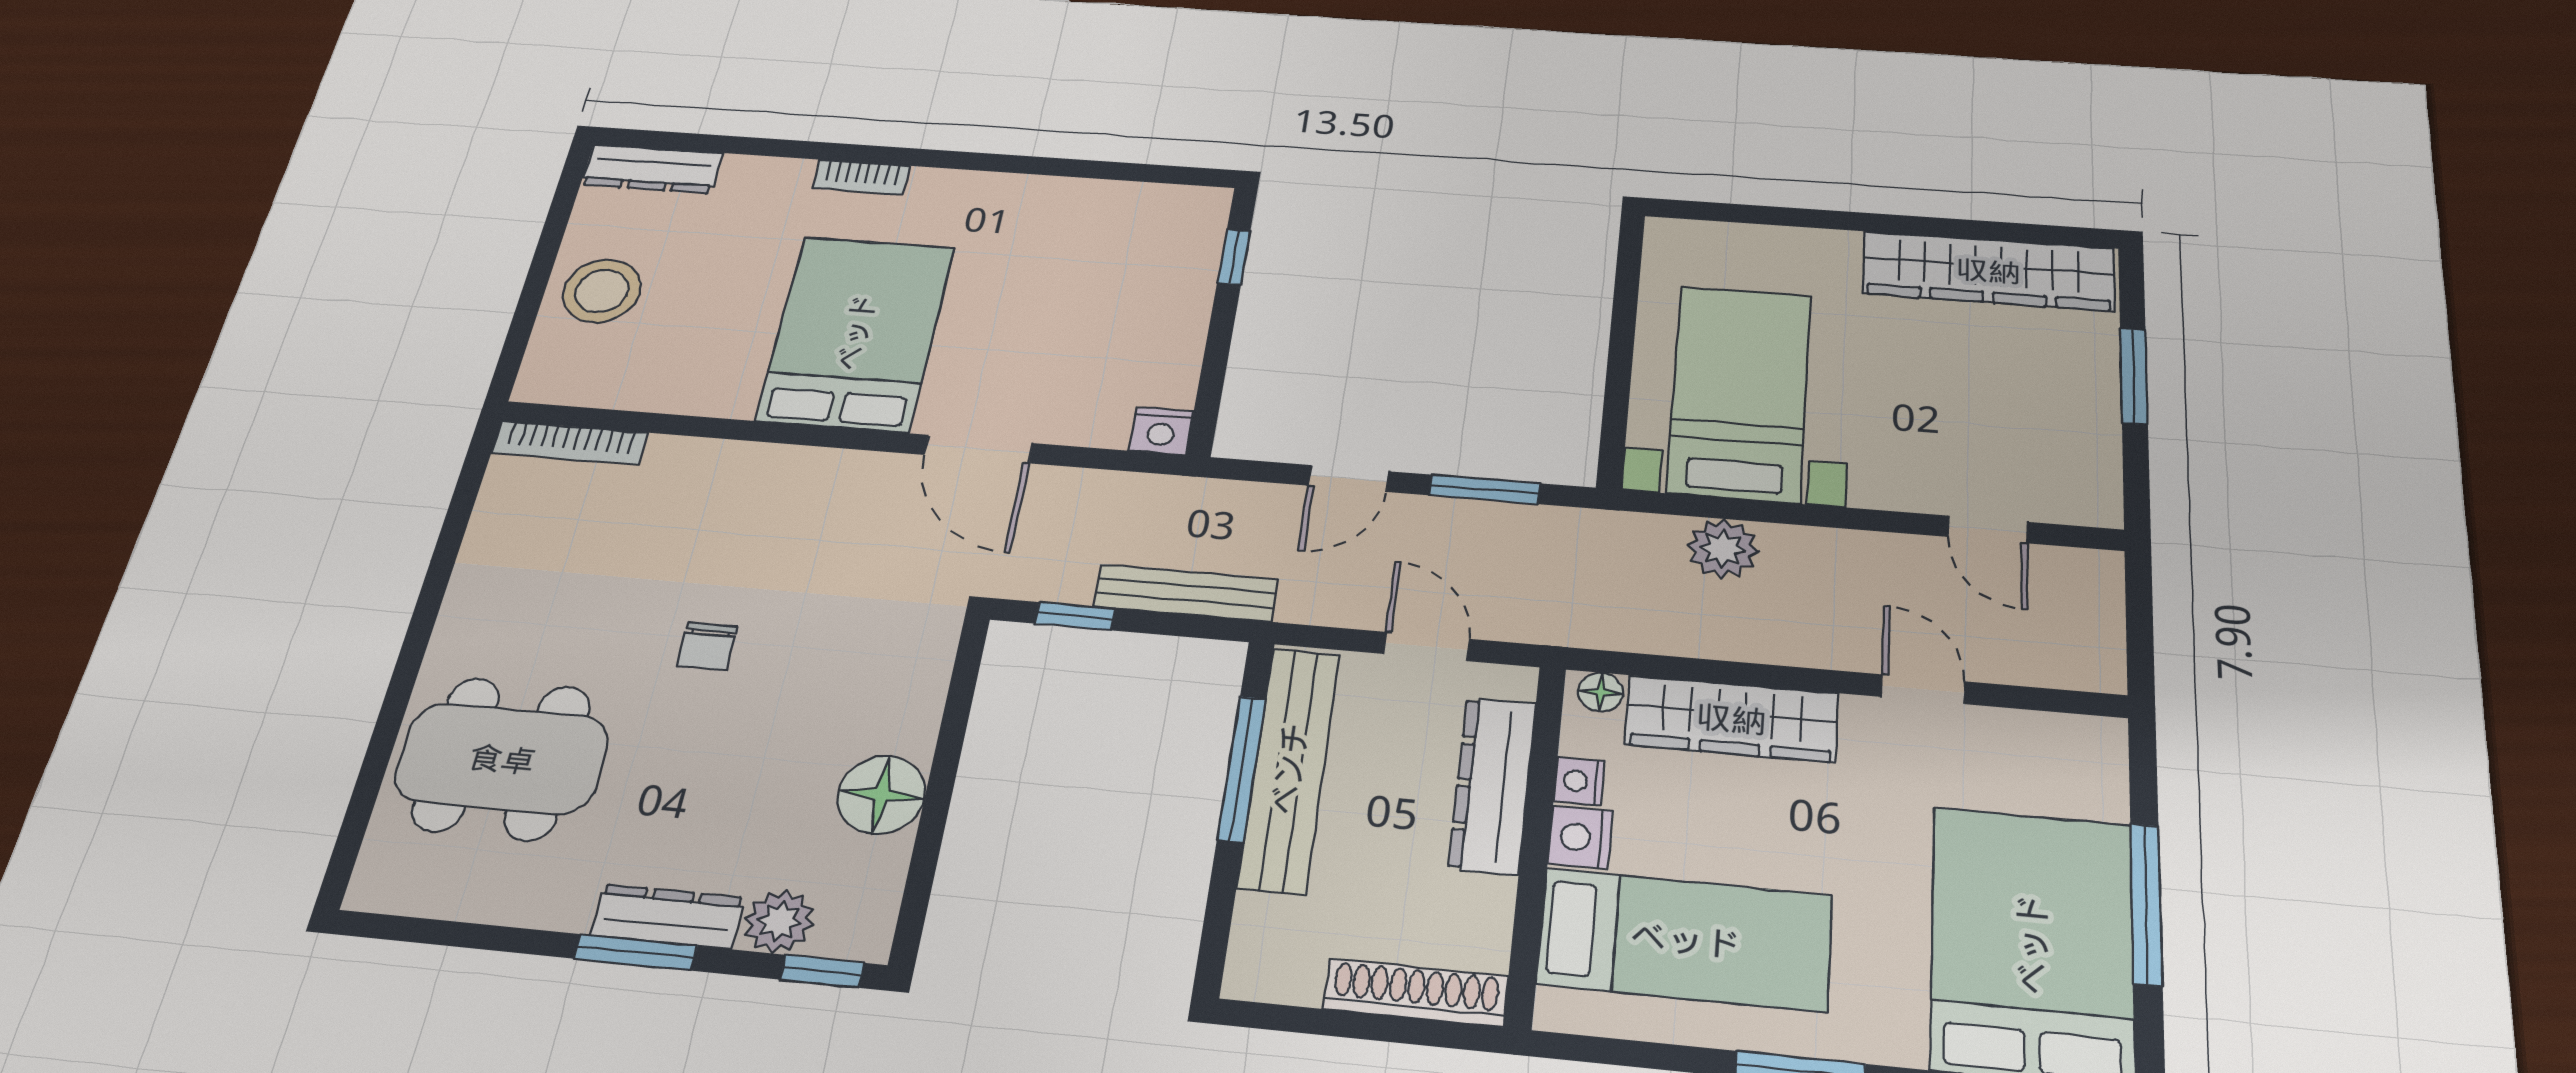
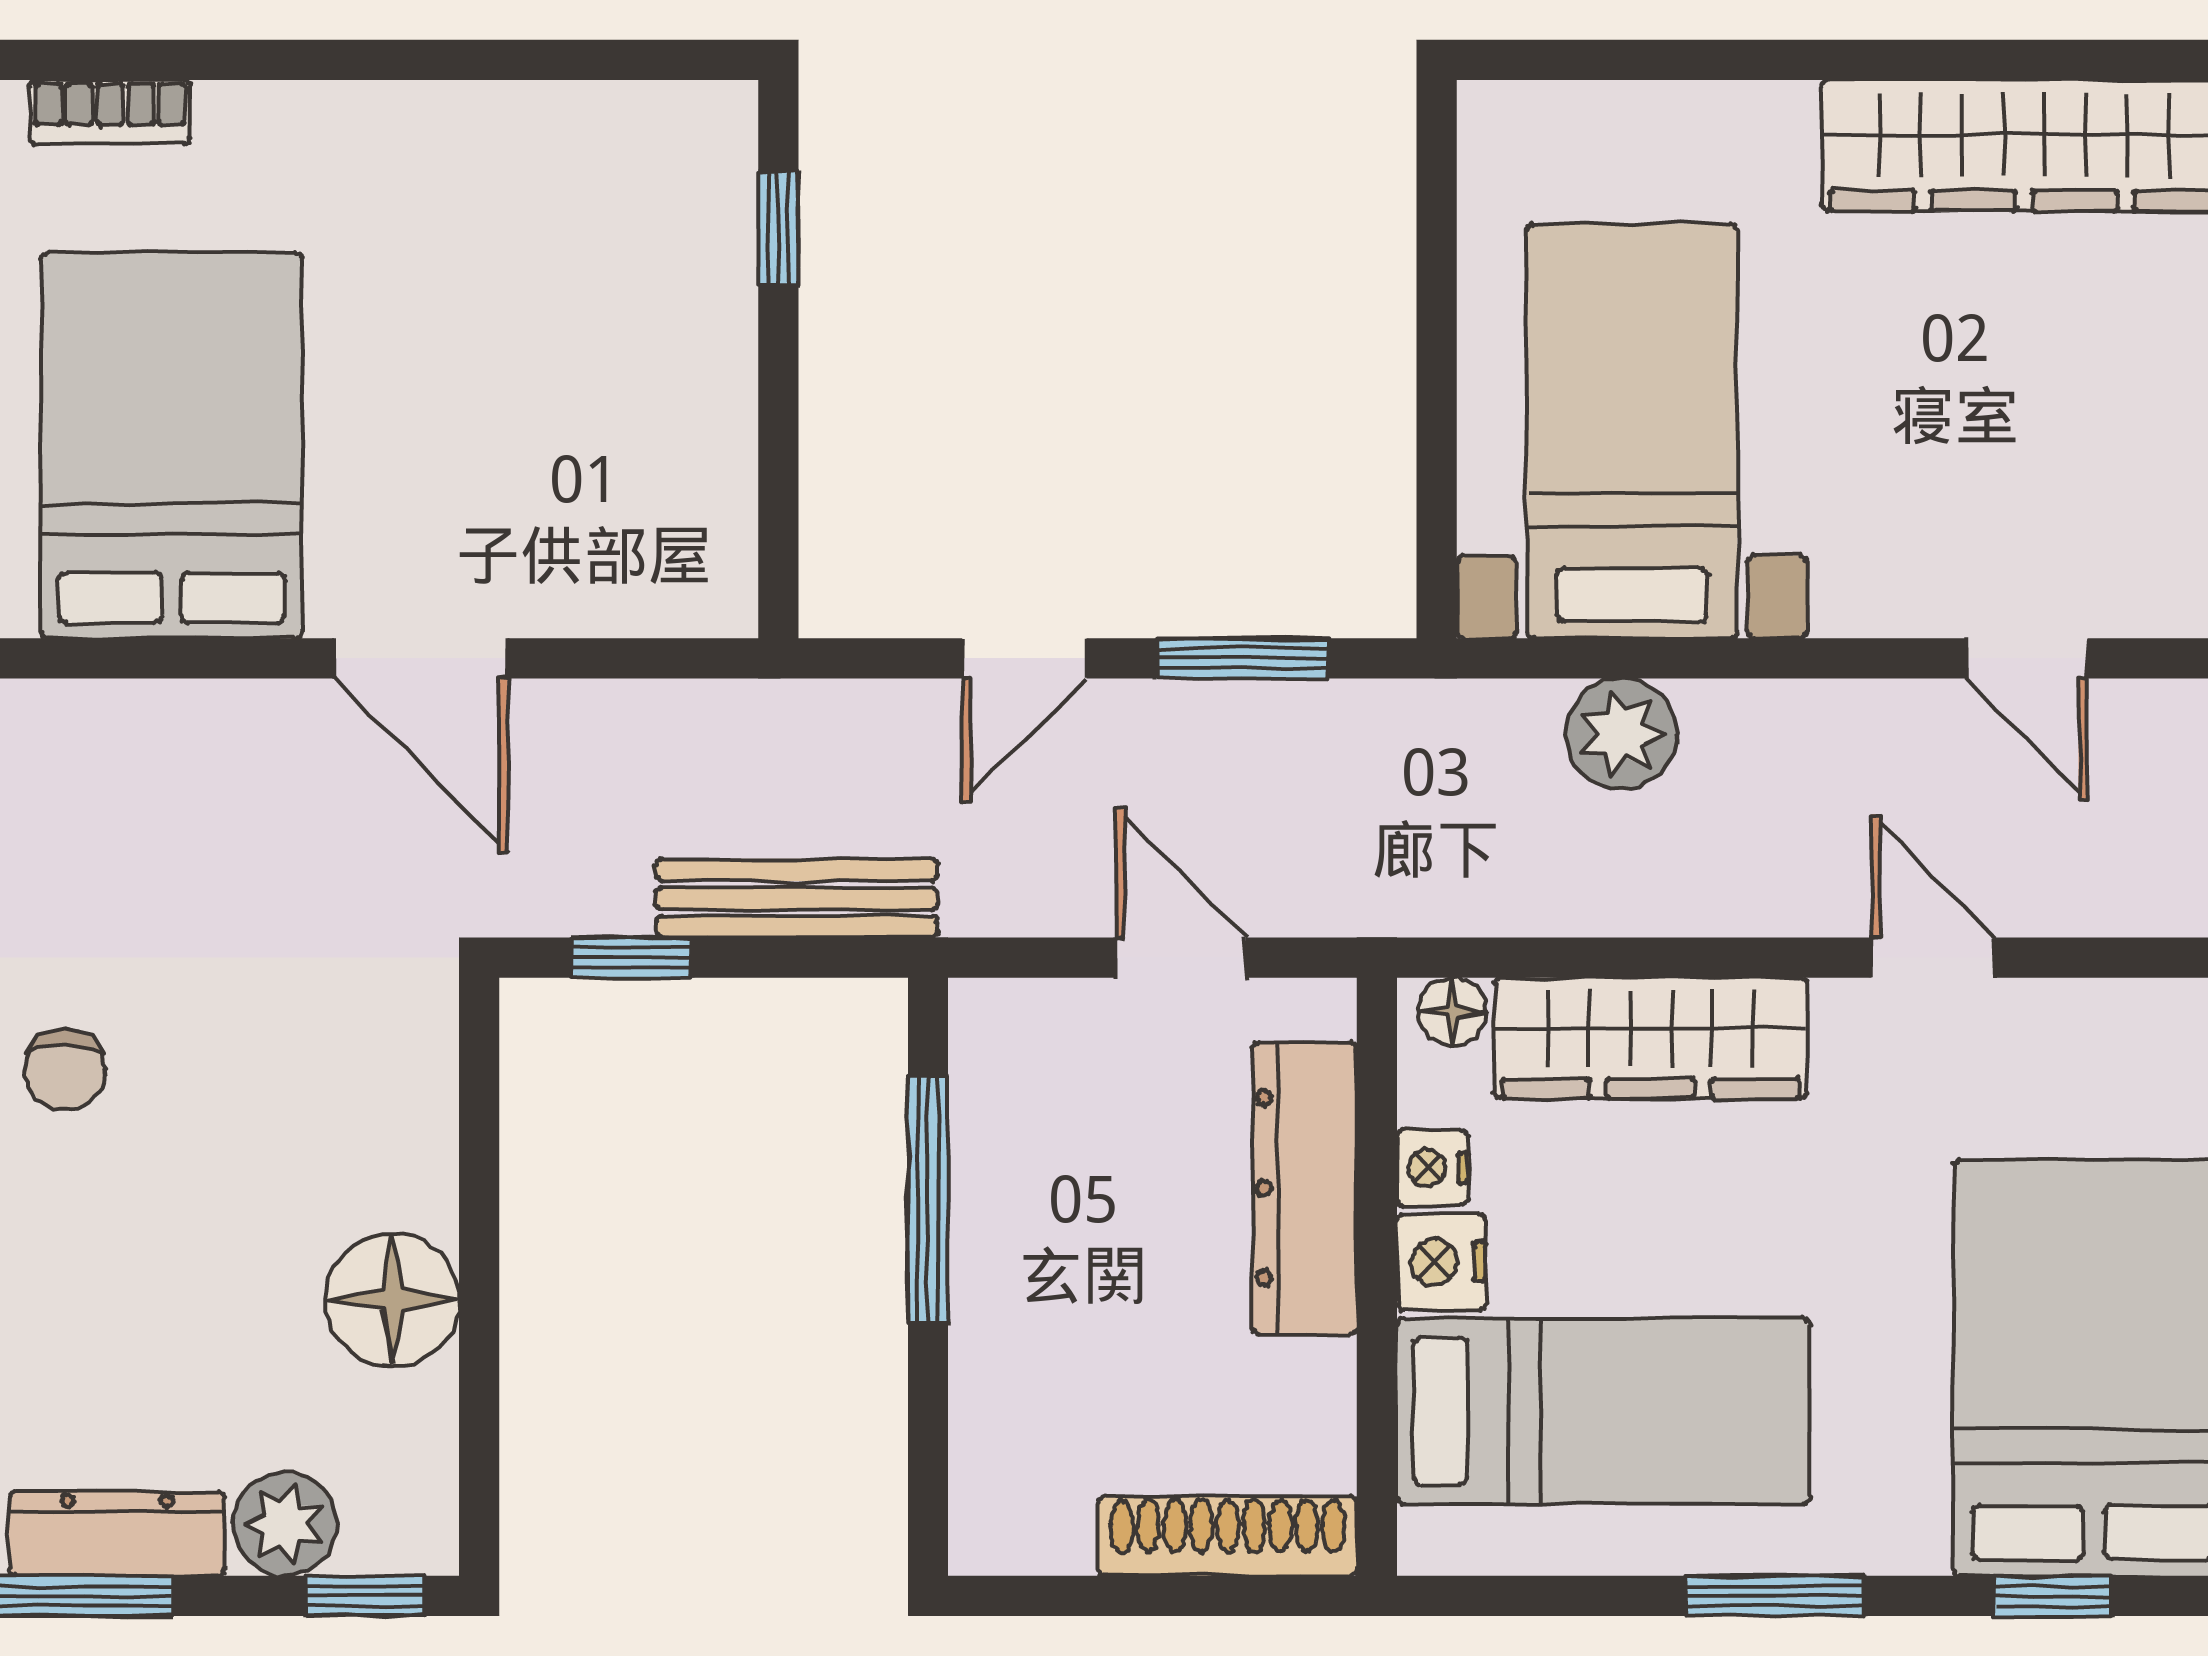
nightstand: (1161, 431) -> (711, 595), removed
bench: (1289, 769) -> (999, 1193), removed

